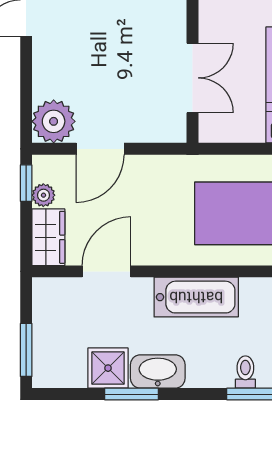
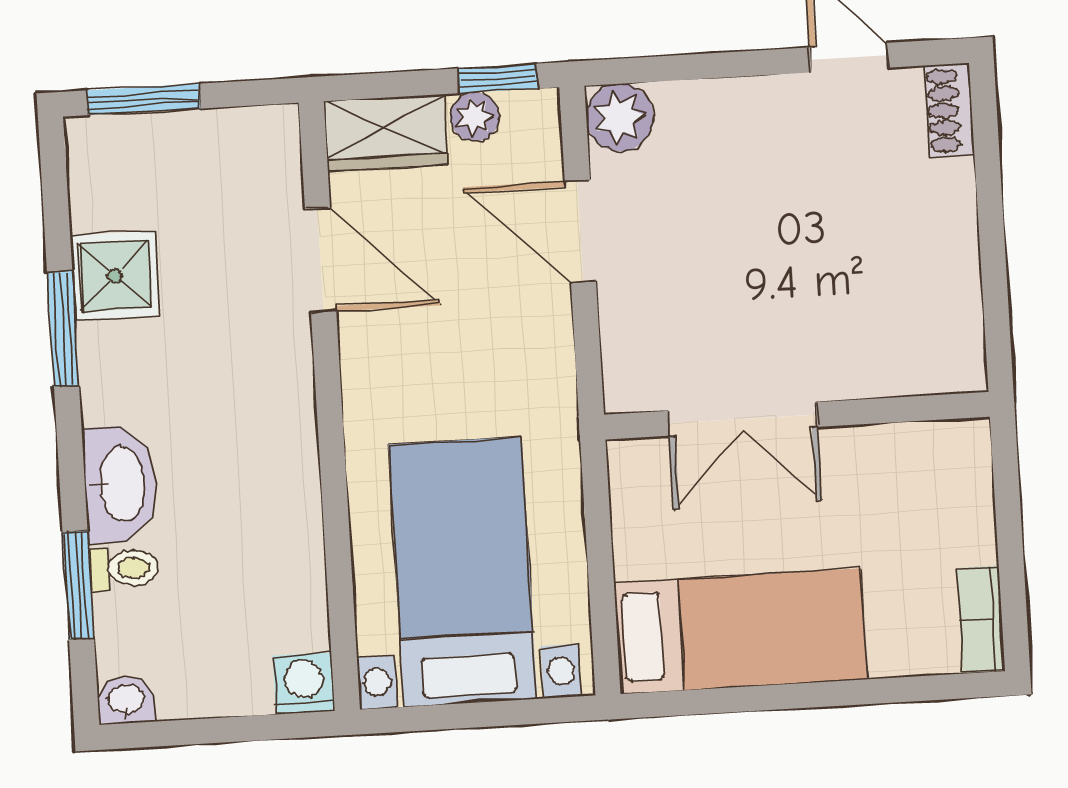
plant: (54, 121) -> (620, 117), width x0.73, depth x0.73
bathtub: (196, 297) -> (277, 454), removed
washbasin: (158, 371) -> (120, 484), moved

